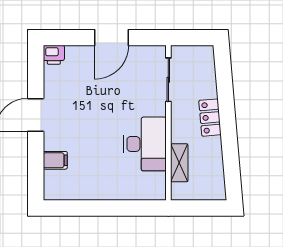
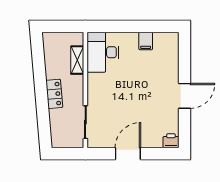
desk: (145, 144) -> (103, 52), moved
filing cabinet: (55, 160) -> (146, 41), moved, turned -90

